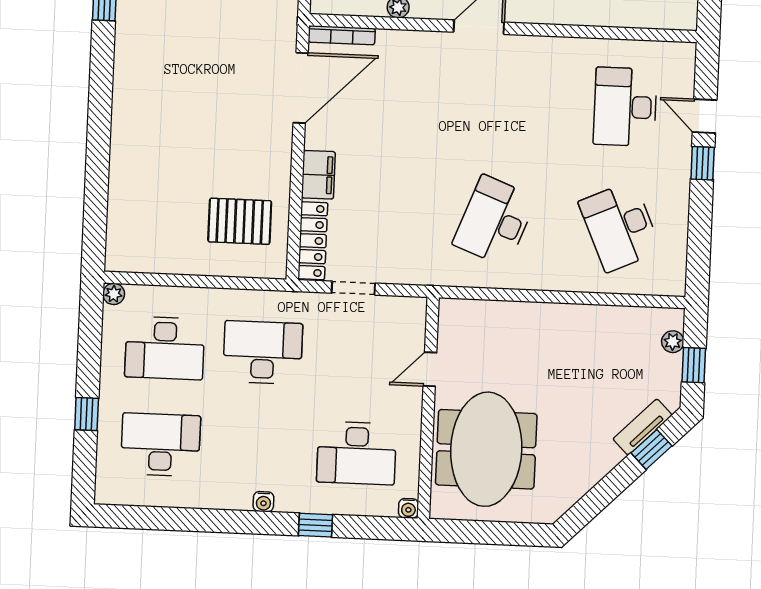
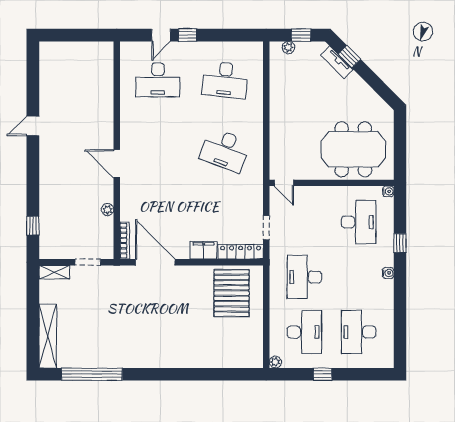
pallet: (240, 221) -> (232, 293), width x1.37, depth x1.41
desk: (620, 226) -> (225, 80), turned 30
door: (430, 369) -> (284, 183), moved
window: (87, 414) -> (323, 374), moved

